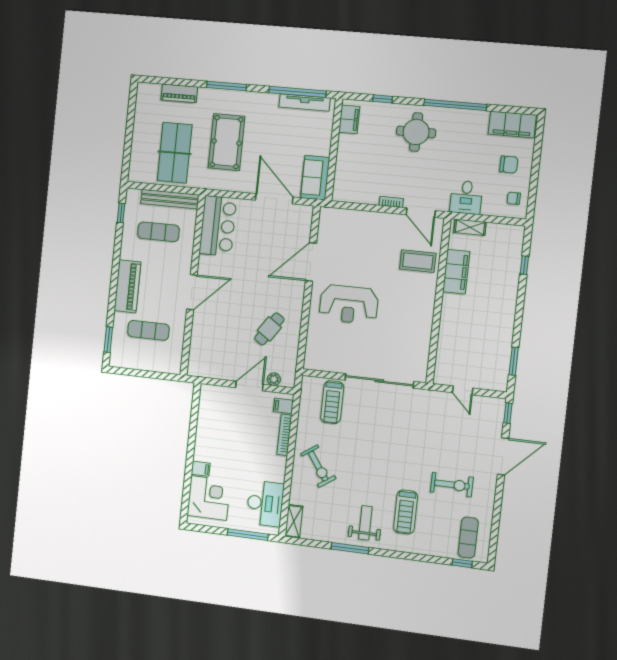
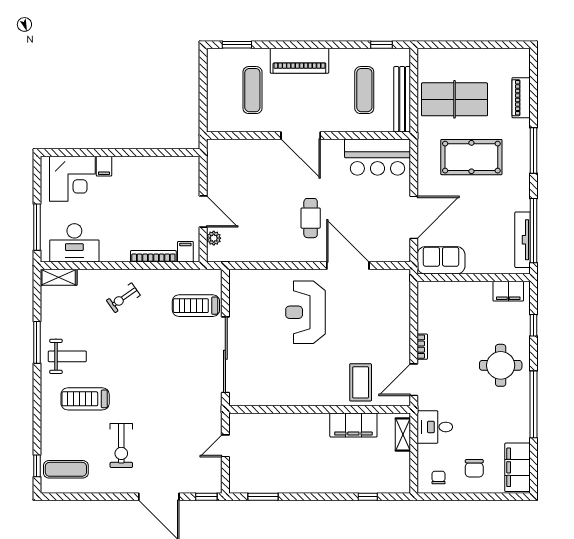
cafe table: (269, 329) -> (311, 218), moved, turned 56
exercise bike: (318, 466) -> (123, 298), width x0.73, depth x0.72

